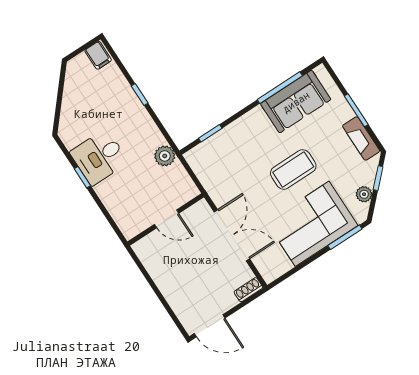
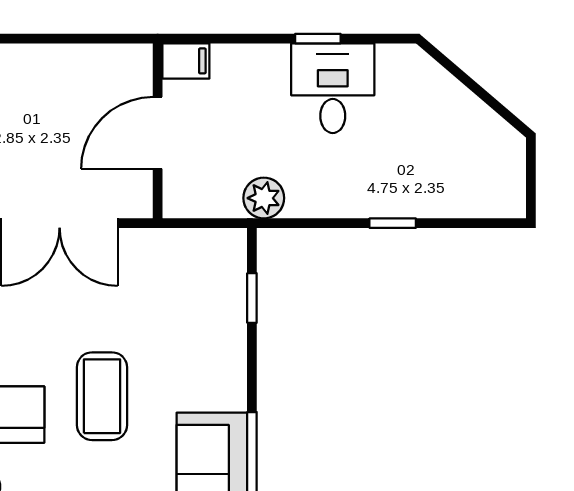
filing cabinet: (98, 55) -> (186, 61), moved, turned 180
door: (167, 219) -> (158, 133), width x1.38

